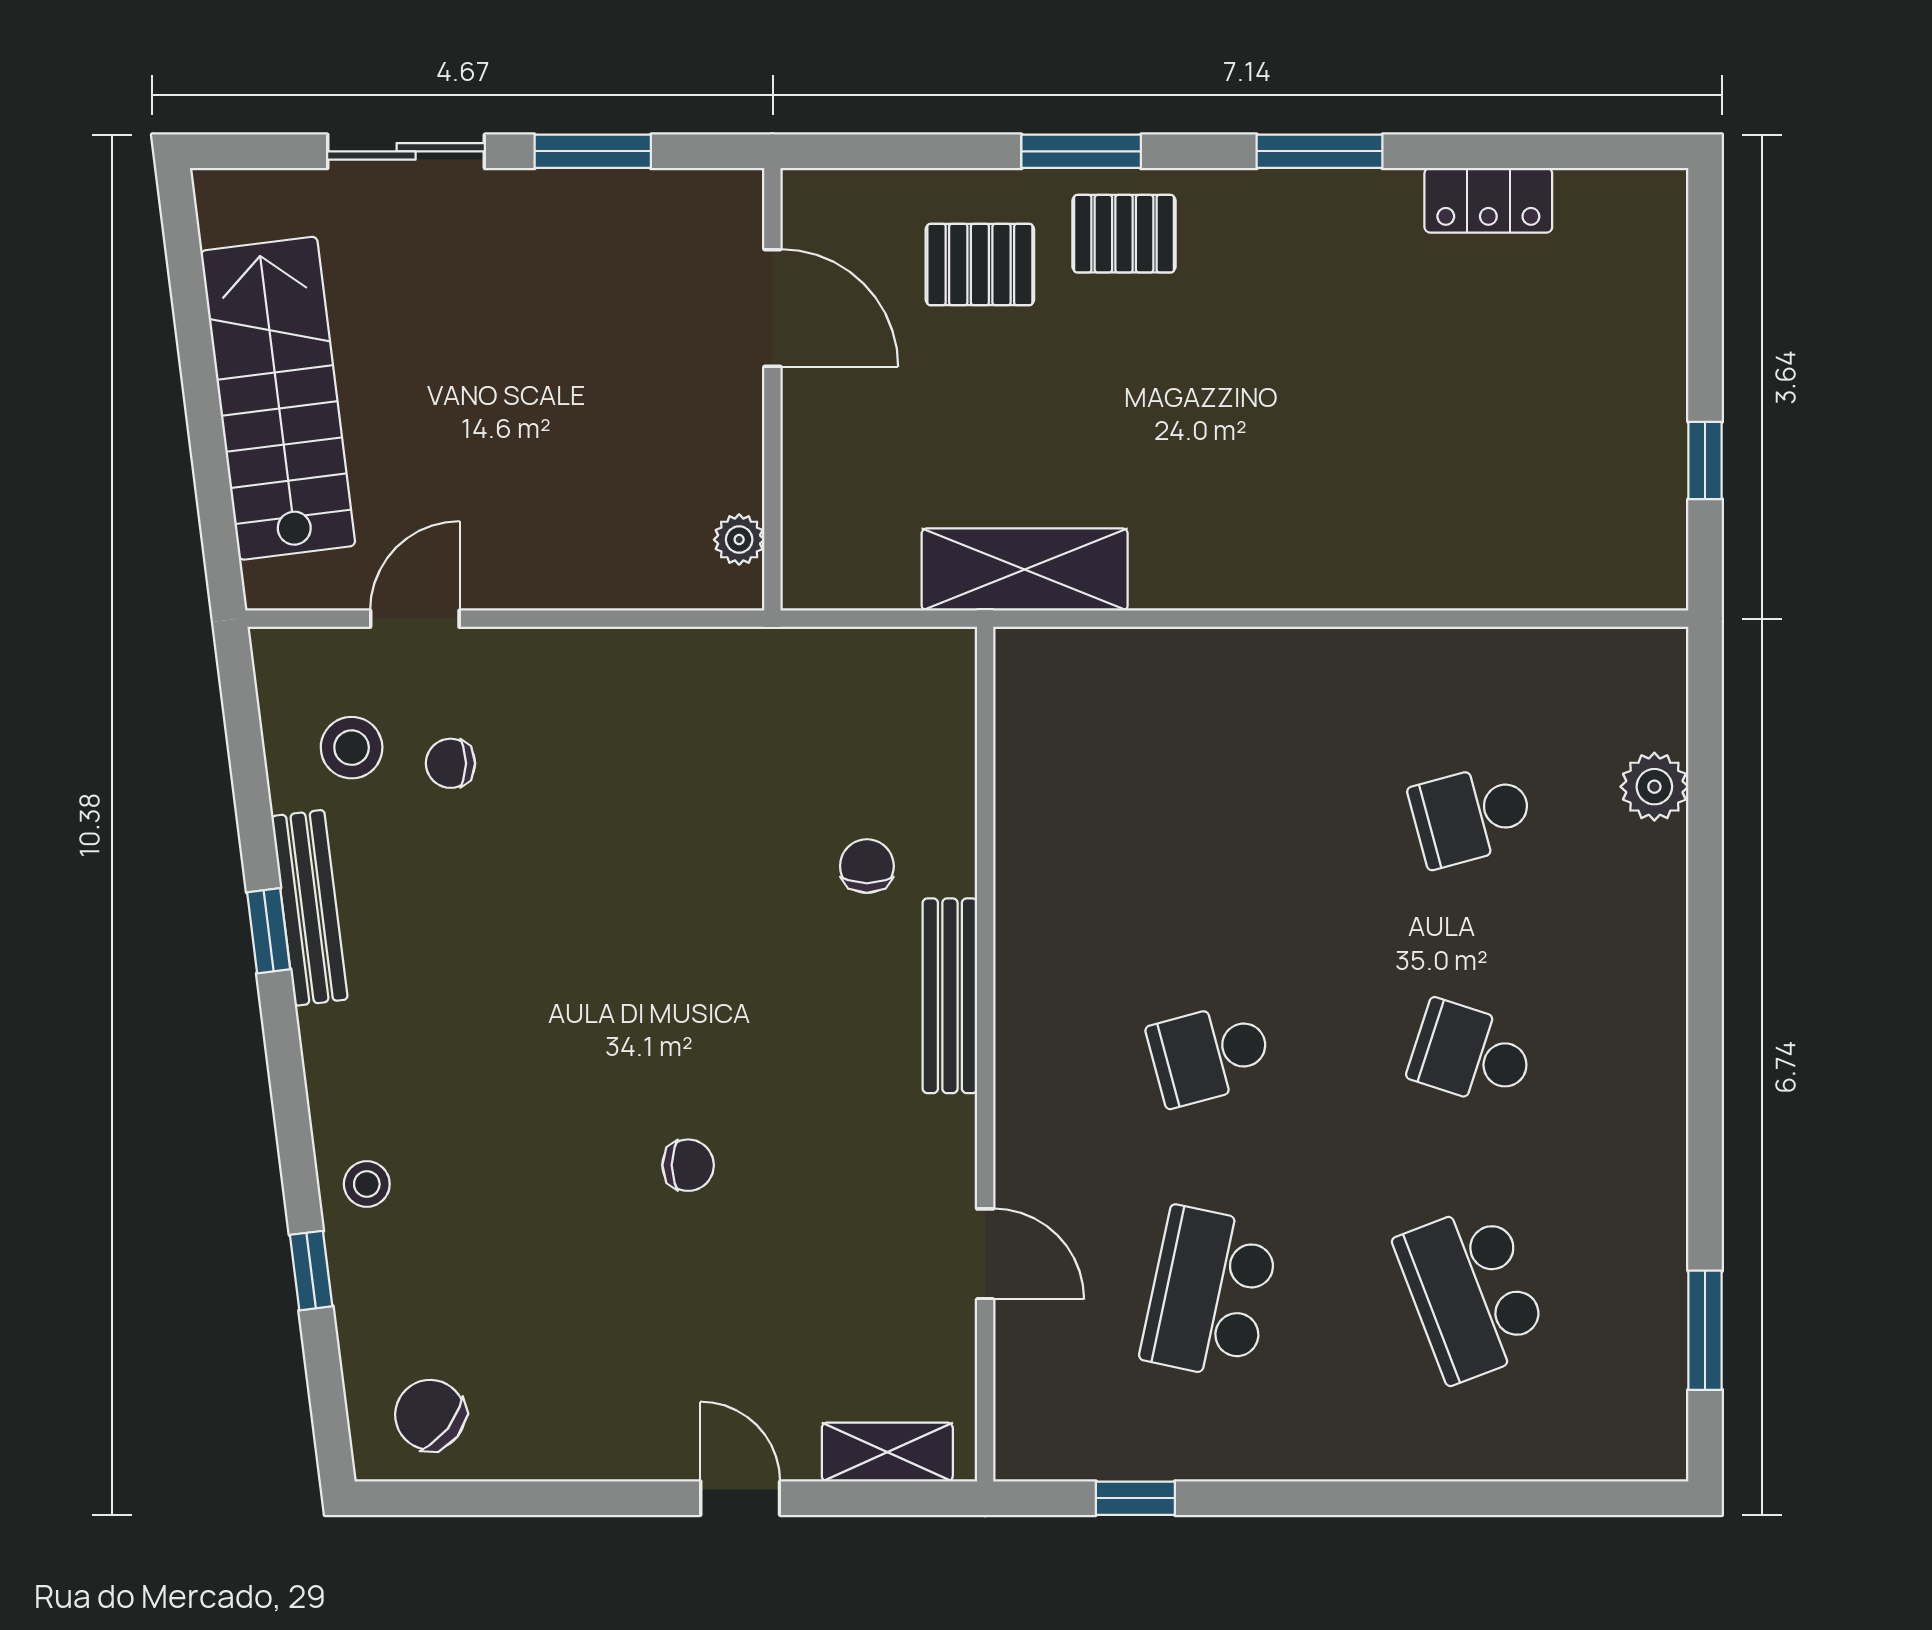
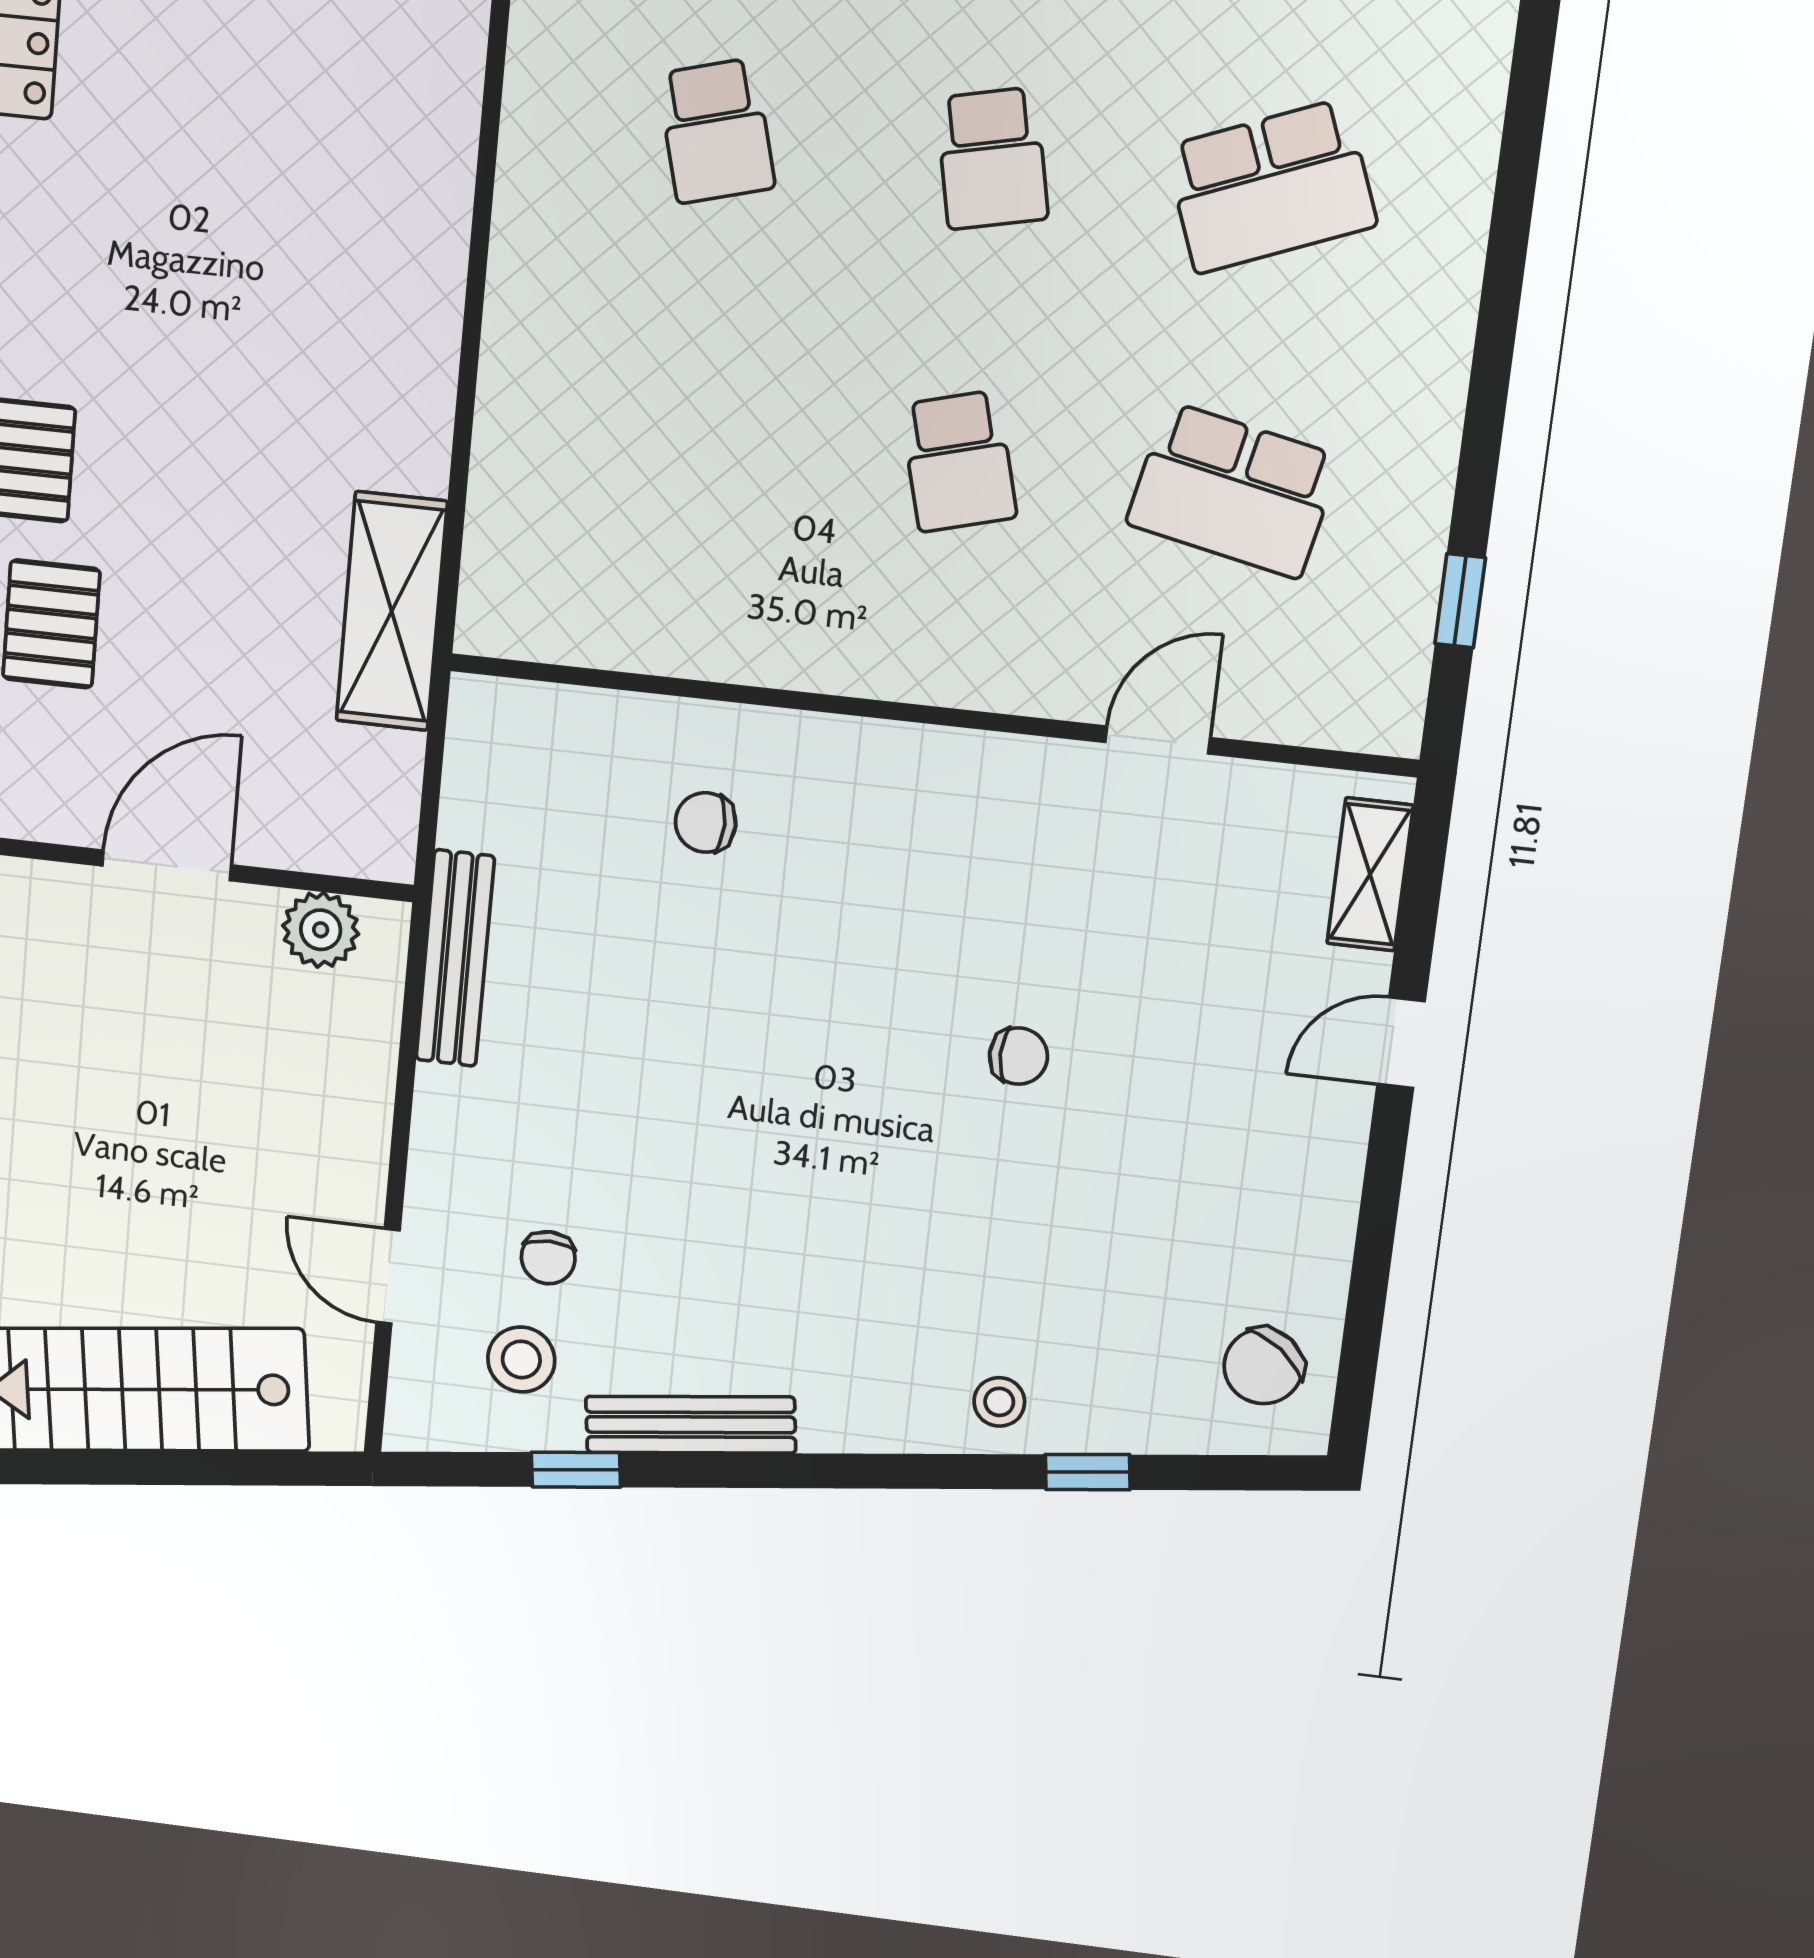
door: (772, 308) -> (167, 865), moved
plant: (739, 540) -> (321, 930), width x1.38, depth x1.38
window: (269, 931) -> (576, 1470), moved
bench: (950, 996) -> (455, 958), moved, turned 90
school desk: (1472, 1054) -> (992, 158), turned -30
chair: (688, 1165) -> (1018, 1056), turned 90

